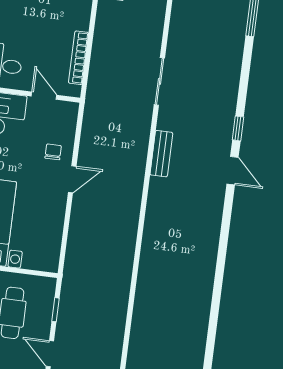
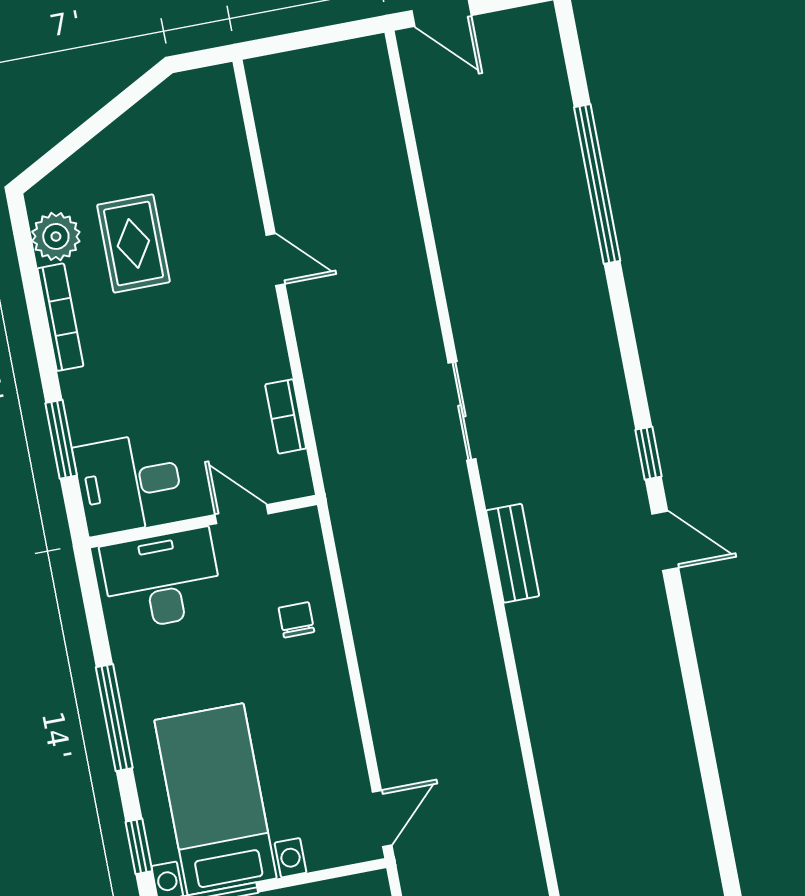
bookcase: (78, 58) -> (286, 416), width x0.64
door: (72, 179) -> (382, 818), moved

